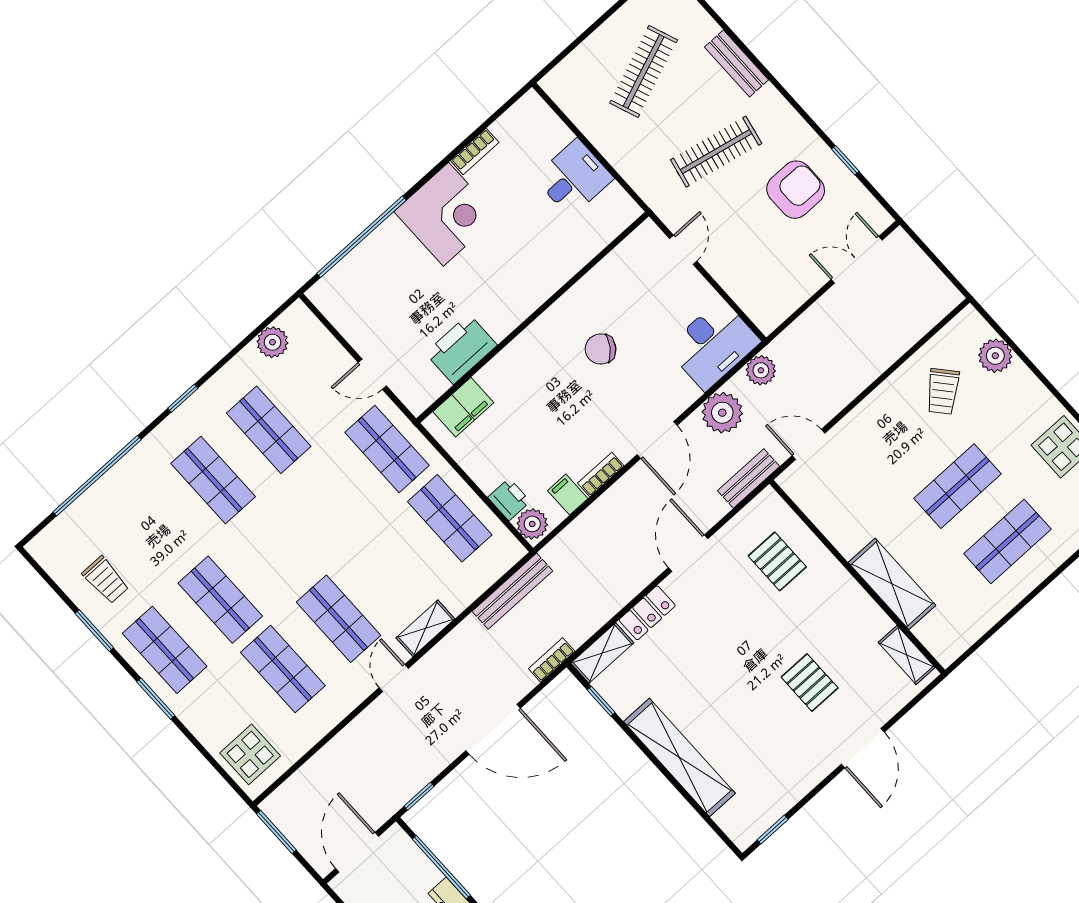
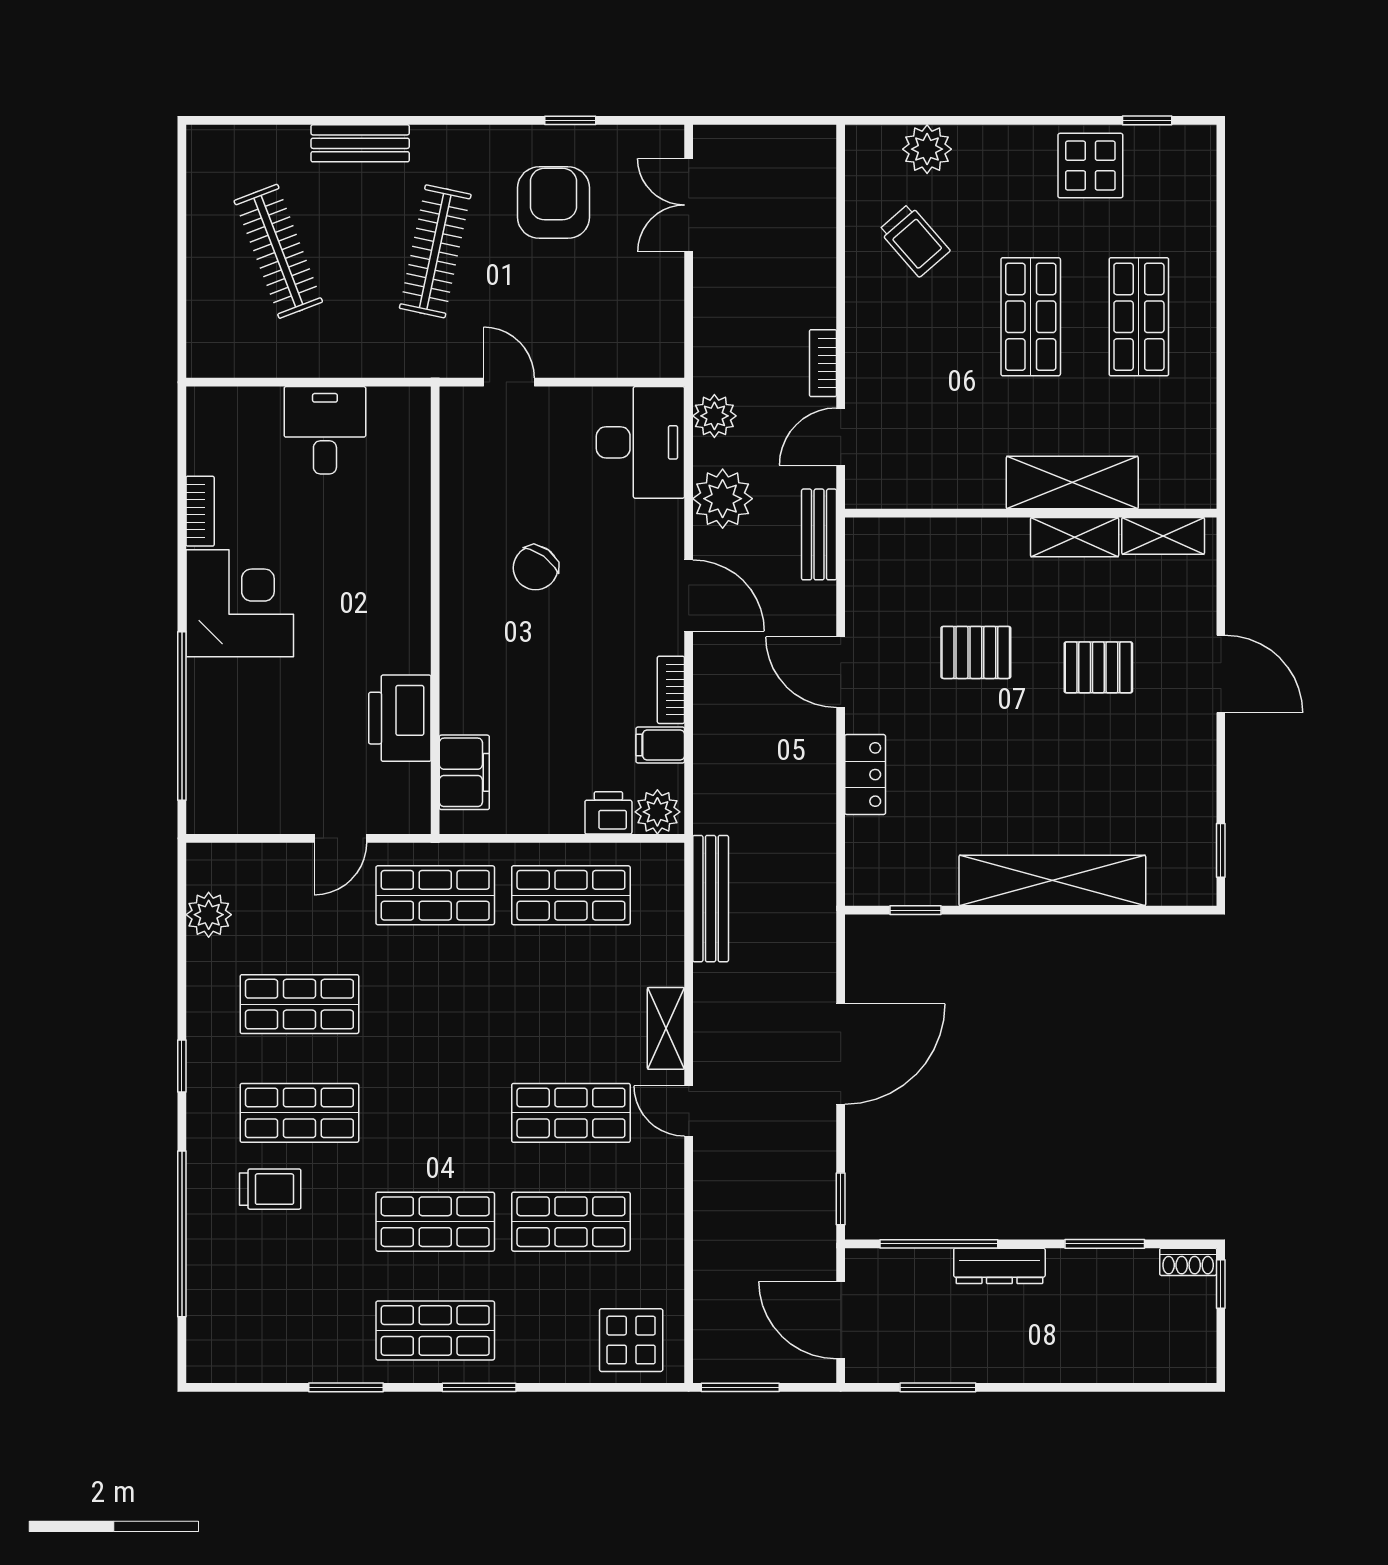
pallet: (777, 561) -> (976, 652), moved
trolley: (106, 580) -> (270, 1189), moved
shelving: (602, 653) -> (1075, 537), moved, turned 90
bookcase: (552, 660) -> (823, 363), moved

